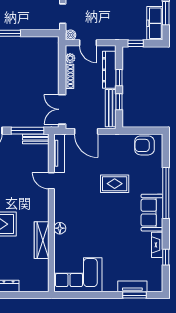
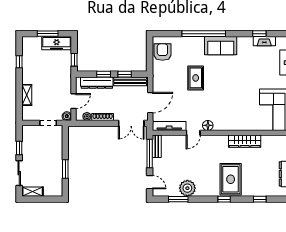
armchair: (144, 145) -> (162, 52), turned 180
floor lamp: (60, 228) -> (208, 125), moved
fireplace: (157, 245) -> (264, 41), moved

